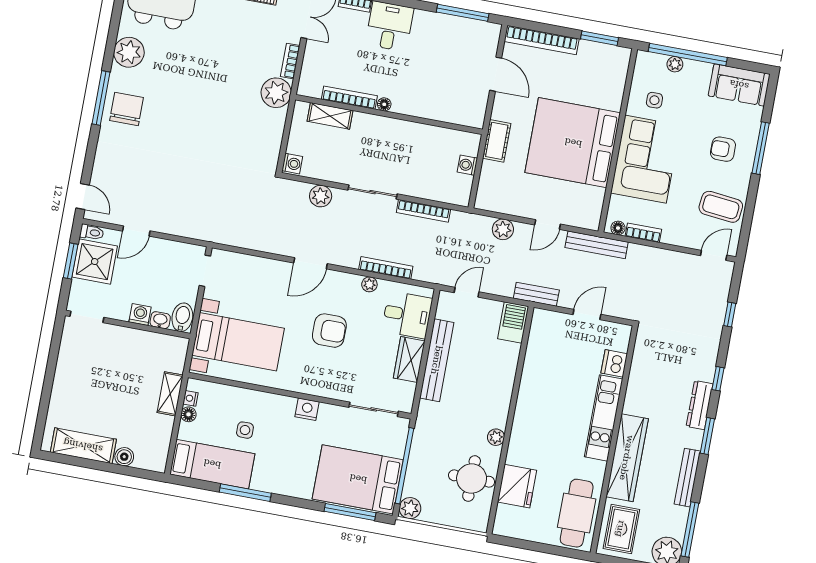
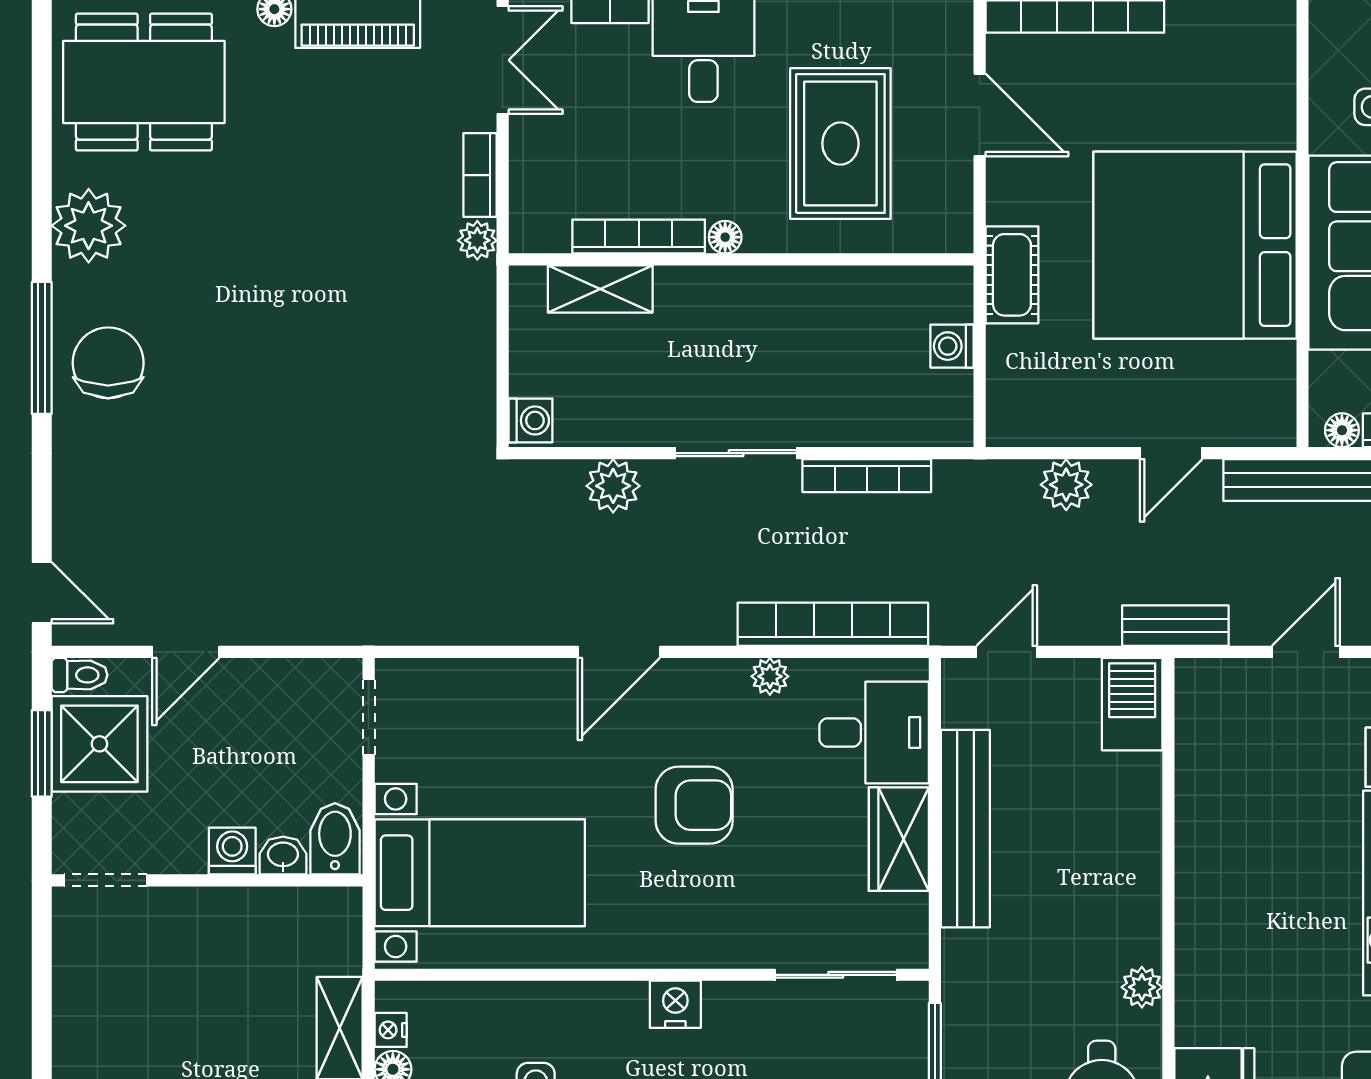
rug: (438, 75) -> (840, 144), added
plant: (276, 93) -> (477, 240), width x0.53, depth x0.53
bookcase: (386, 268) -> (833, 624), width x1.48, depth x1.31

